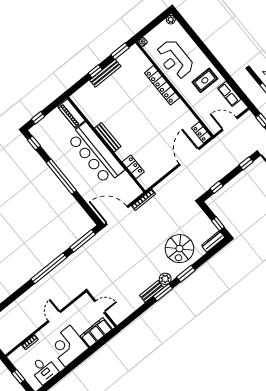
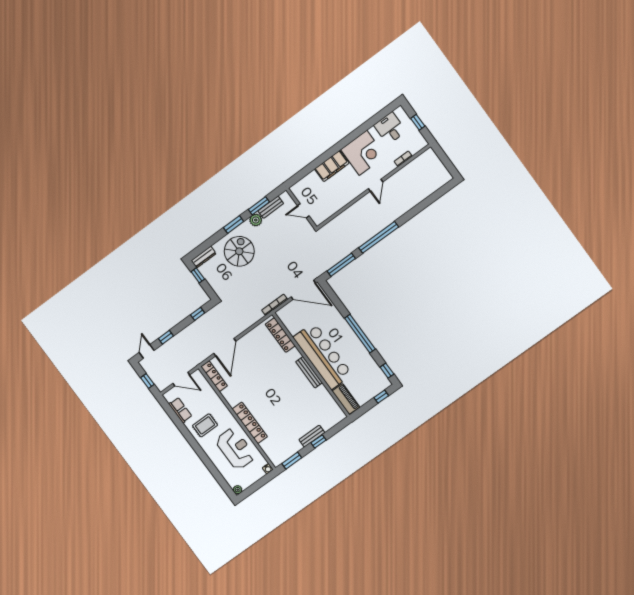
bench: (105, 73) -> (312, 436), width x0.73
locker: (201, 132) -> (214, 376), width x1.53
locker: (133, 167) -> (280, 335), width x1.53
door: (100, 307) -> (303, 211), moved
wall: (102, 309) -> (301, 208), moved

